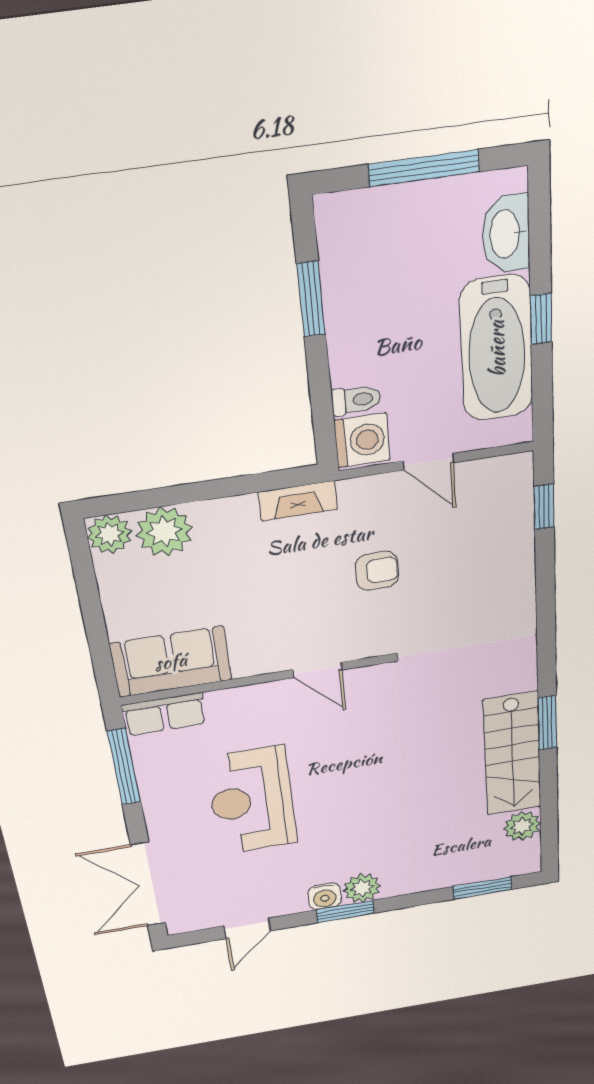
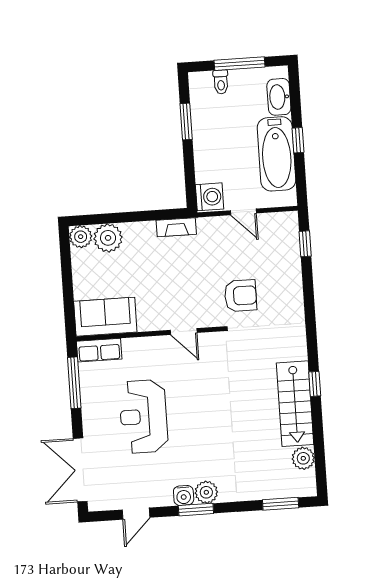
toilet: (356, 400) -> (221, 82), moved, turned 90
armchair: (377, 571) -> (241, 296), moved, width x1.38, depth x1.38
window: (547, 723) -> (315, 384), width x0.67

